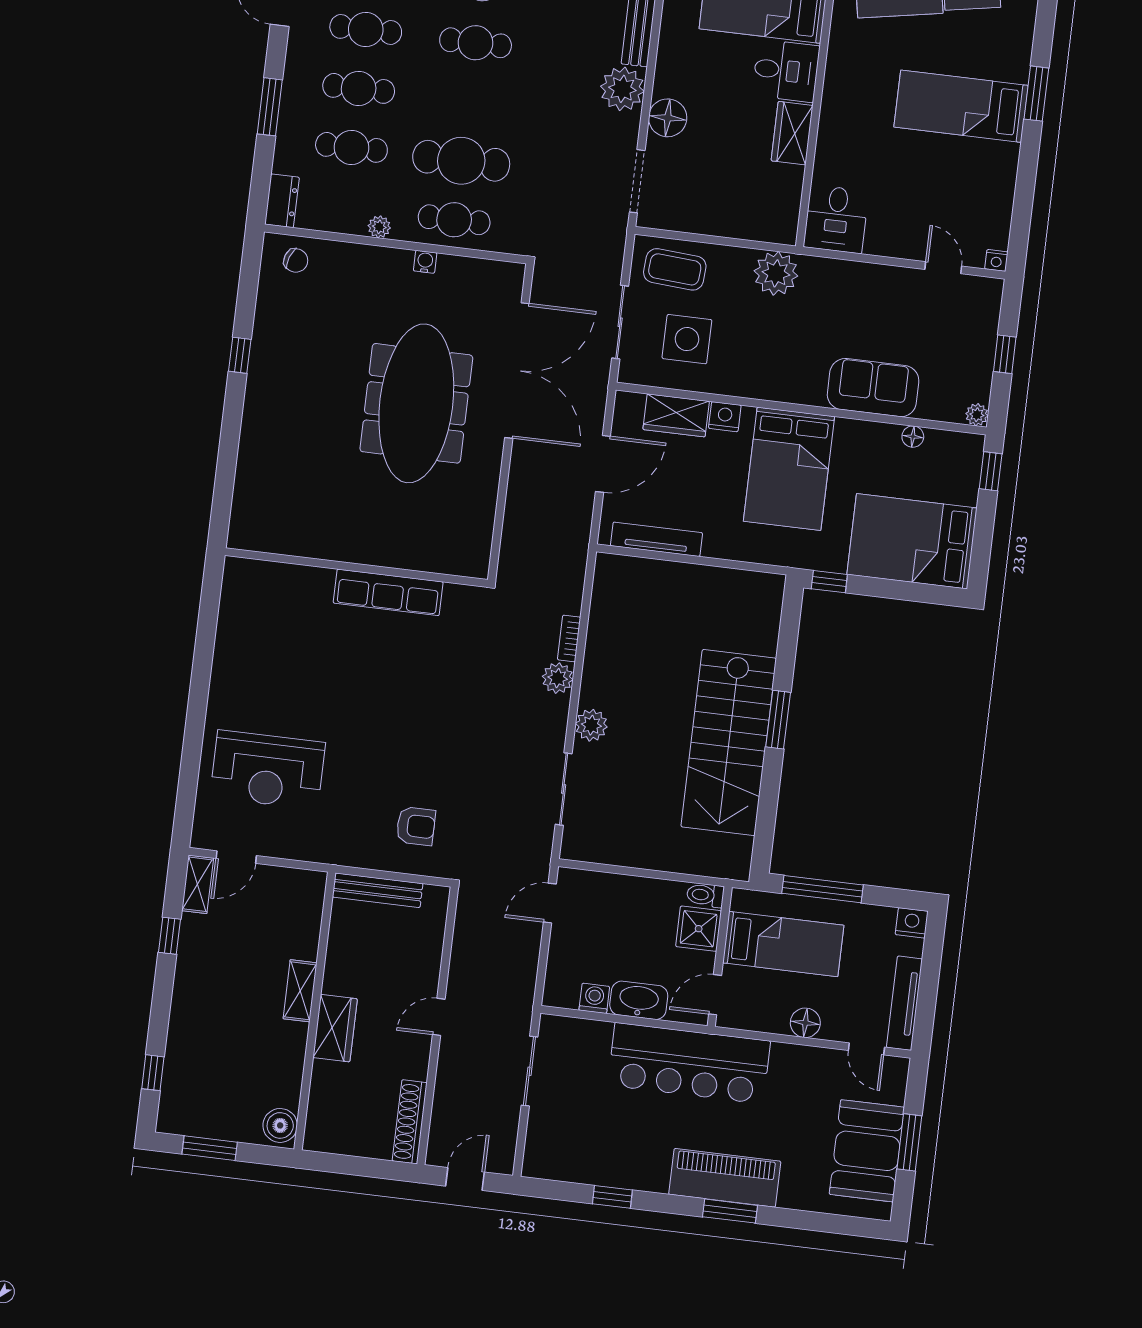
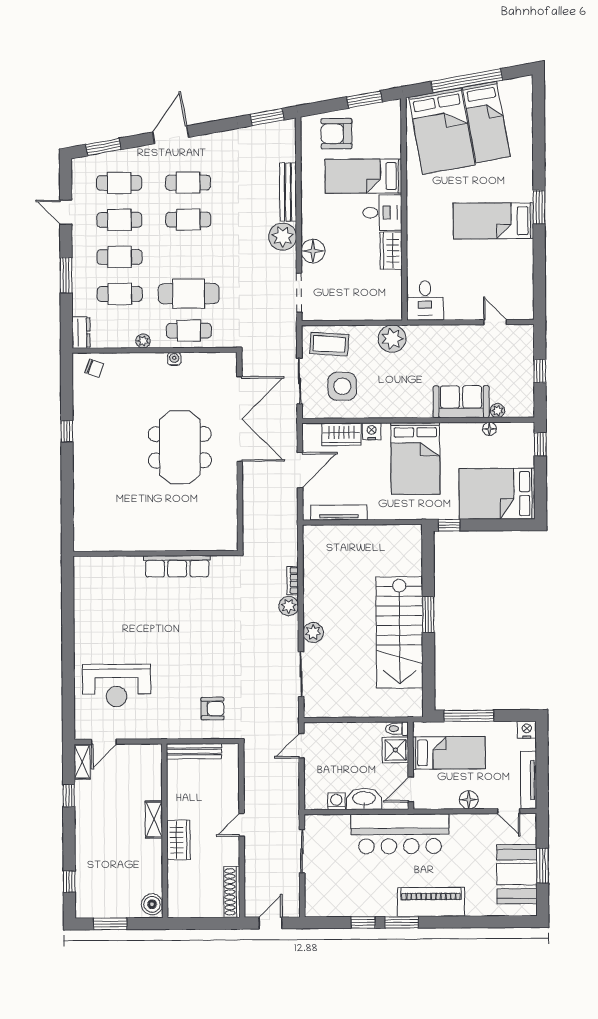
nightstand: (996, 260) -> (527, 313), removed
meeting table: (416, 403) -> (180, 447), width x0.73
plant: (977, 415) -> (497, 411), moved
window: (730, 1211) -> (402, 922), moved

